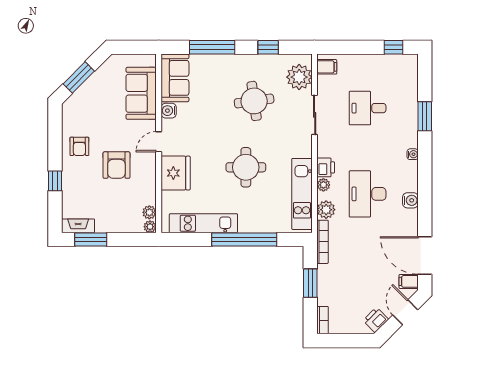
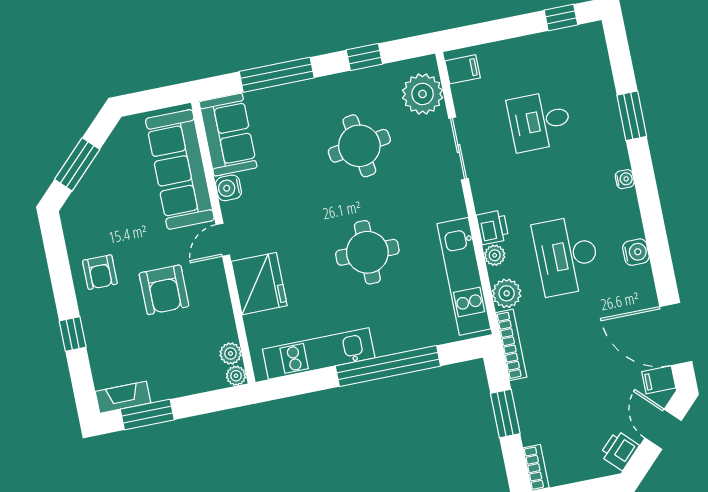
sofa: (141, 93) -> (180, 169), width x1.36

